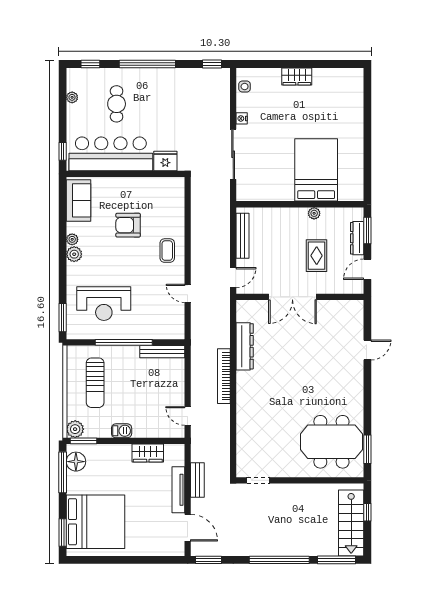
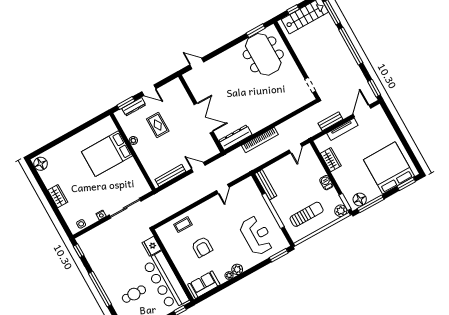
floor lamp: (351, 78) -> (41, 164), added
coffee table: (167, 251) -> (183, 225), moved
rug: (317, 256) -> (158, 125), turned 90
double door: (292, 297) -> (204, 118), moved
wall: (300, 297) -> (201, 114), moved

